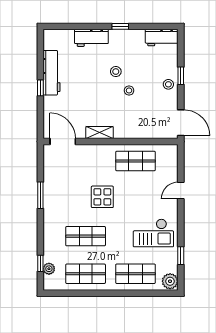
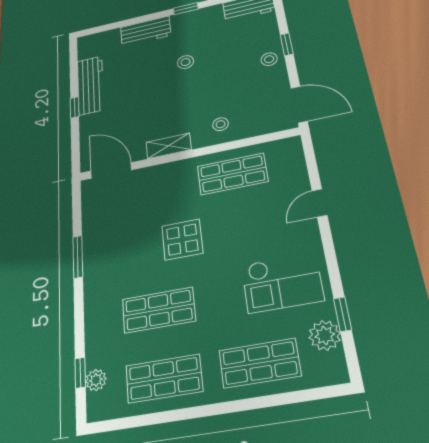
stool: (129, 90) -> (221, 124), moved
plant: (170, 281) -> (325, 335), moved

